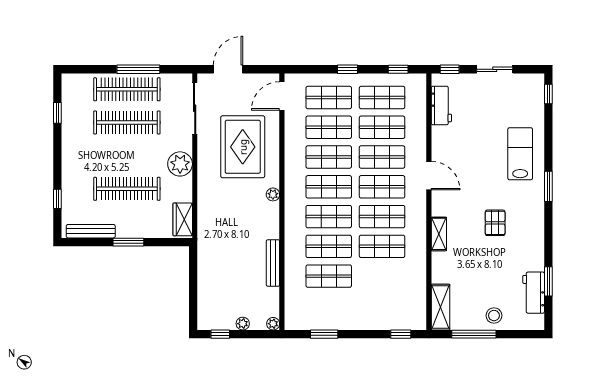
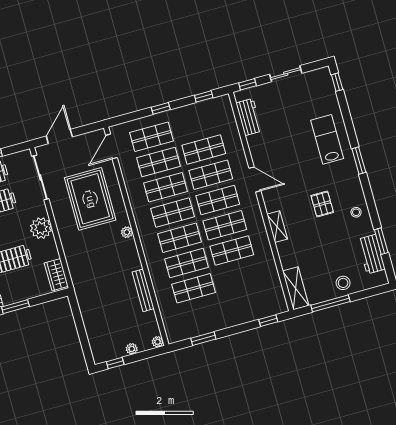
shop shelf: (382, 97) -> (197, 124), removed
stool: (530, 242) -> (356, 212), added

